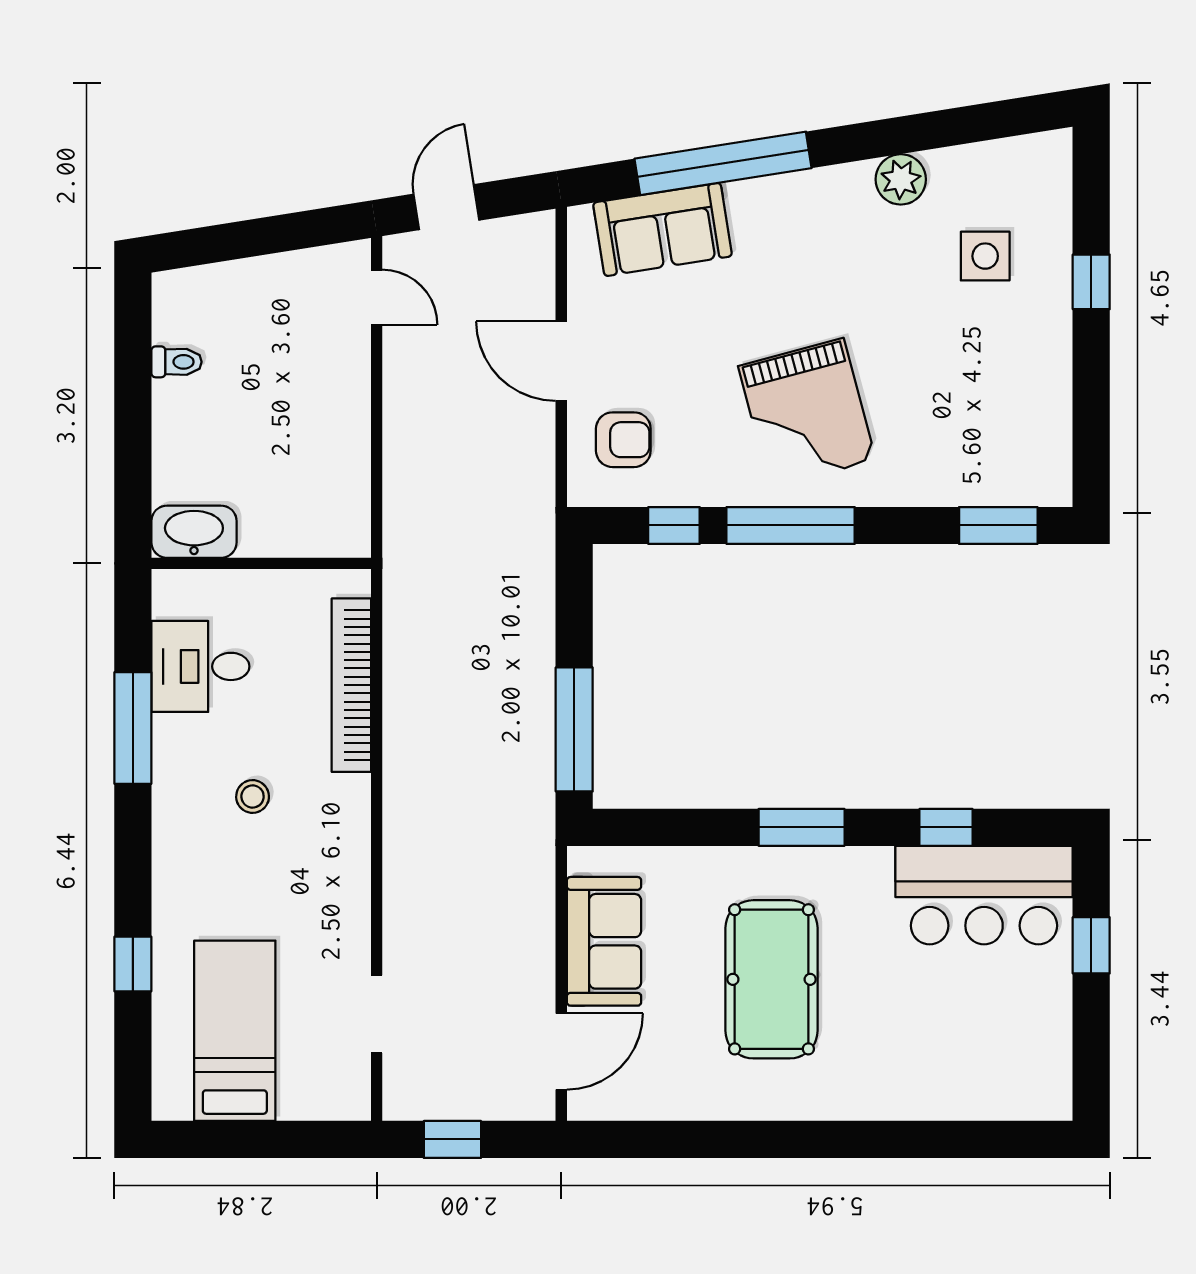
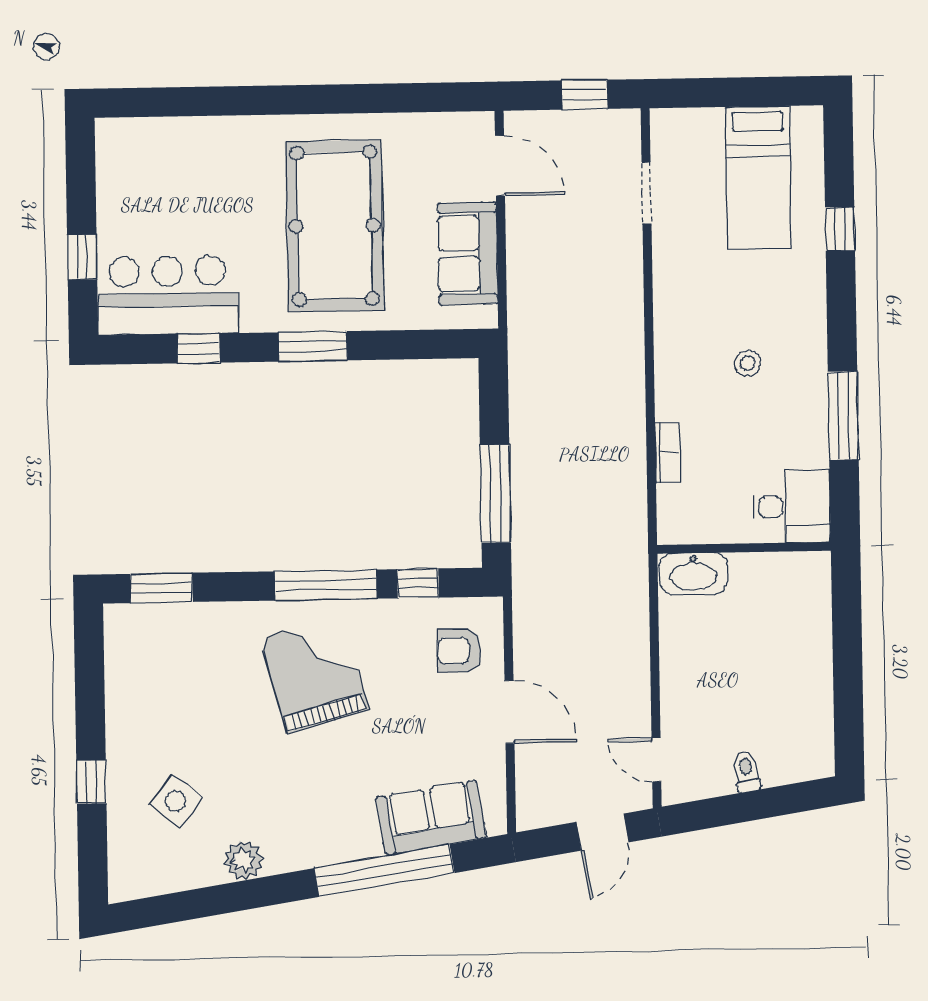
side table: (985, 256) -> (176, 801), turned 38
toilet: (176, 362) -> (746, 772), moved, turned 81
washbasin: (194, 532) -> (693, 574), moved
desk: (200, 666) -> (791, 507), moved
bookcase: (351, 685) -> (667, 453), width x0.43, depth x0.76
window: (574, 729) -> (495, 494), moved
pool table: (772, 979) -> (335, 226), width x1.36, depth x1.32
door: (561, 1051) -> (500, 166), swing flipped

